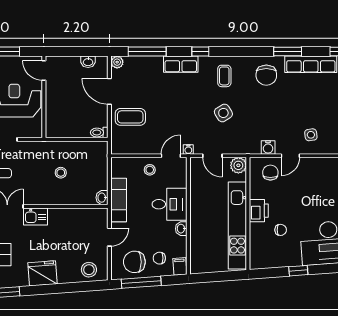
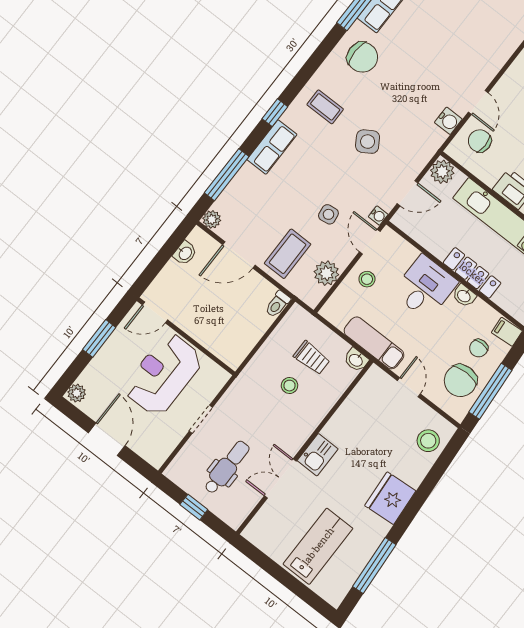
side table: (311, 135) -> (328, 214), moved
plant: (136, 146) -> (326, 273), added
trolley: (85, 173) -> (312, 358), added
locker: (197, 223) -> (472, 273), added

